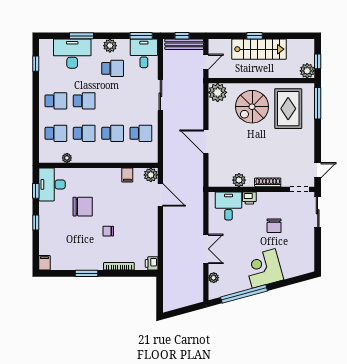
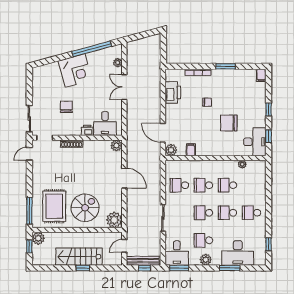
school desk: (56, 133) -> (203, 213), moved
plant: (239, 180) -> (116, 145), moved
printer: (152, 263) -> (173, 92), moved, width x1.87, depth x1.48

